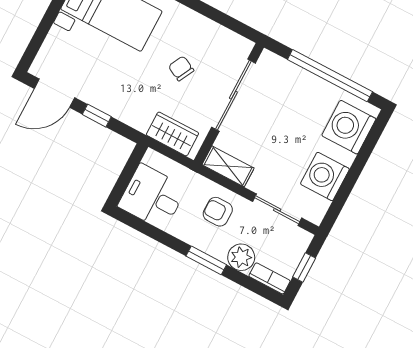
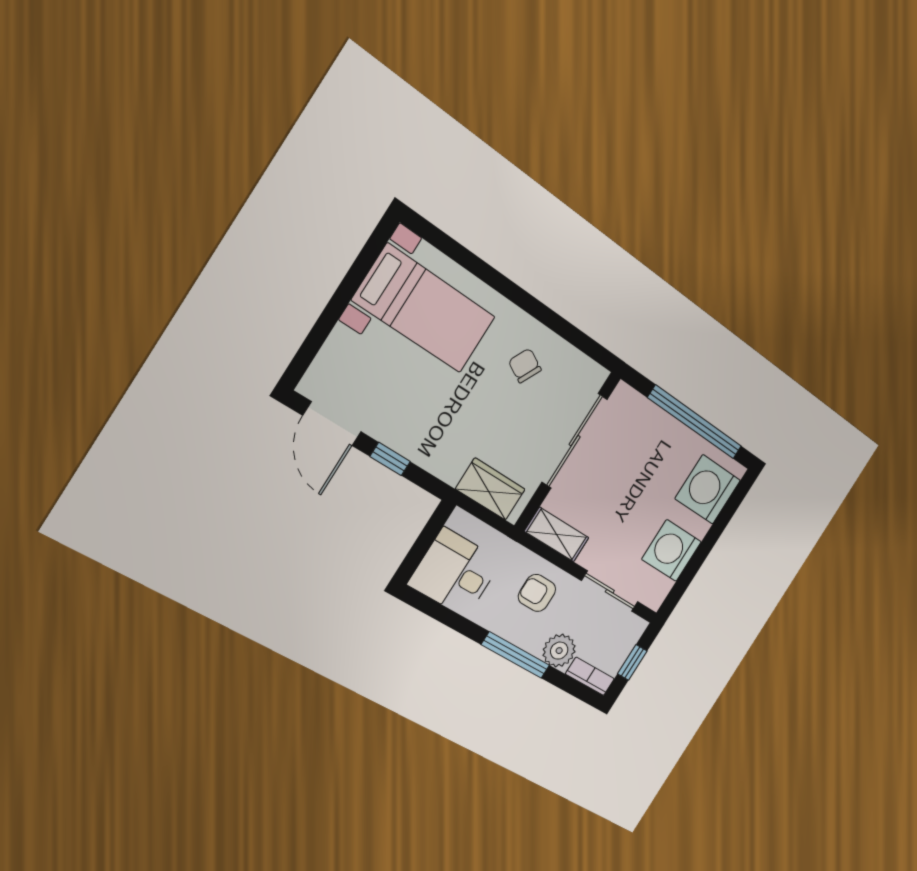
chair: (181, 68) -> (525, 366), moved
door: (54, 93) -> (332, 424), hinge flipped
window: (206, 260) -> (516, 655), width x1.44

